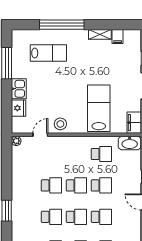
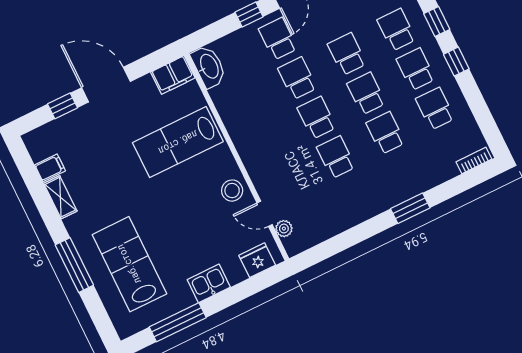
window: (62, 25) -> (74, 265), width x0.68
lab bench: (48, 53) -> (129, 264), width x1.36, depth x1.39
fridge: (18, 108) -> (257, 260), moved
plant: (16, 141) -> (284, 229), moved
school desk: (101, 154) -> (278, 39), moved

